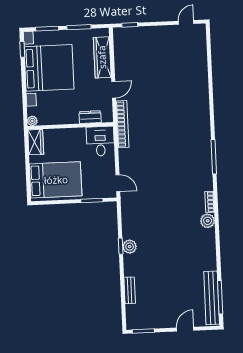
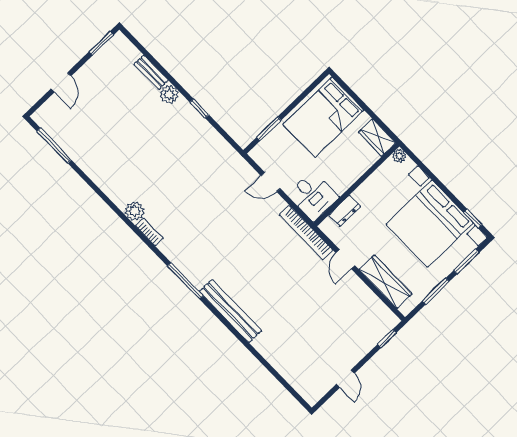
door: (186, 22) -> (345, 379), moved
door: (118, 183) -> (271, 182), moved
plant: (130, 247) -> (169, 94), moved
bench: (212, 298) -> (230, 311), moved

